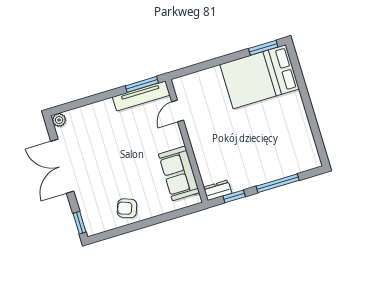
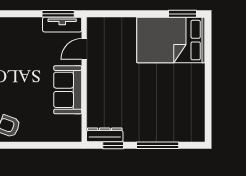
tv unit: (141, 96) -> (62, 25), width x0.71
sofa: (179, 173) -> (68, 90), moved
dresser: (218, 190) -> (105, 135), width x1.44

